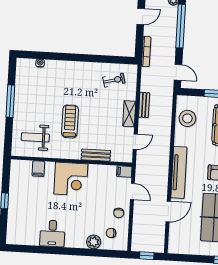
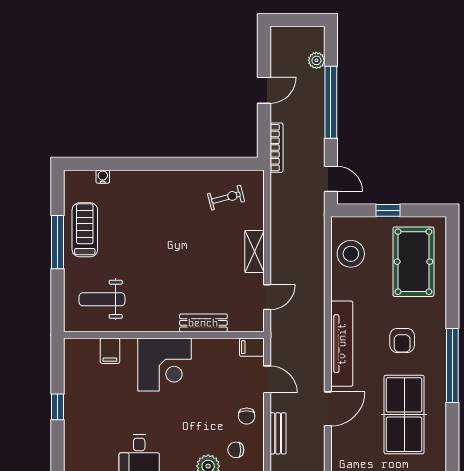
bench: (144, 105) -> (278, 433), moved
treadmill: (70, 121) -> (85, 230), moved

